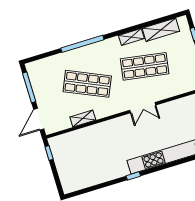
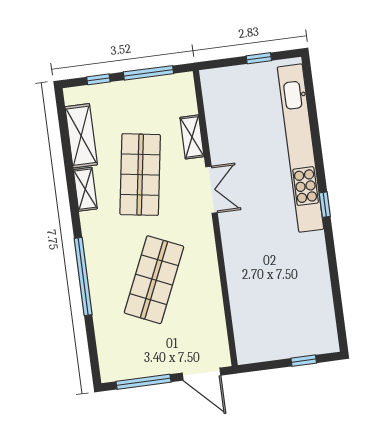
shelving: (83, 118) -> (192, 137), moved
window: (49, 153) -> (304, 361), moved
window: (133, 176) -> (325, 205), moved

